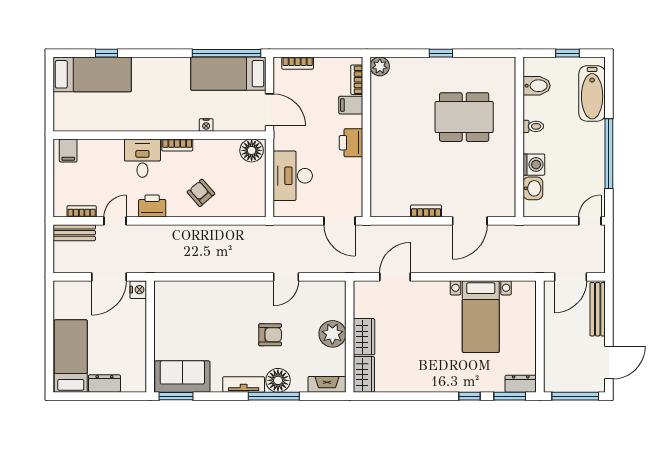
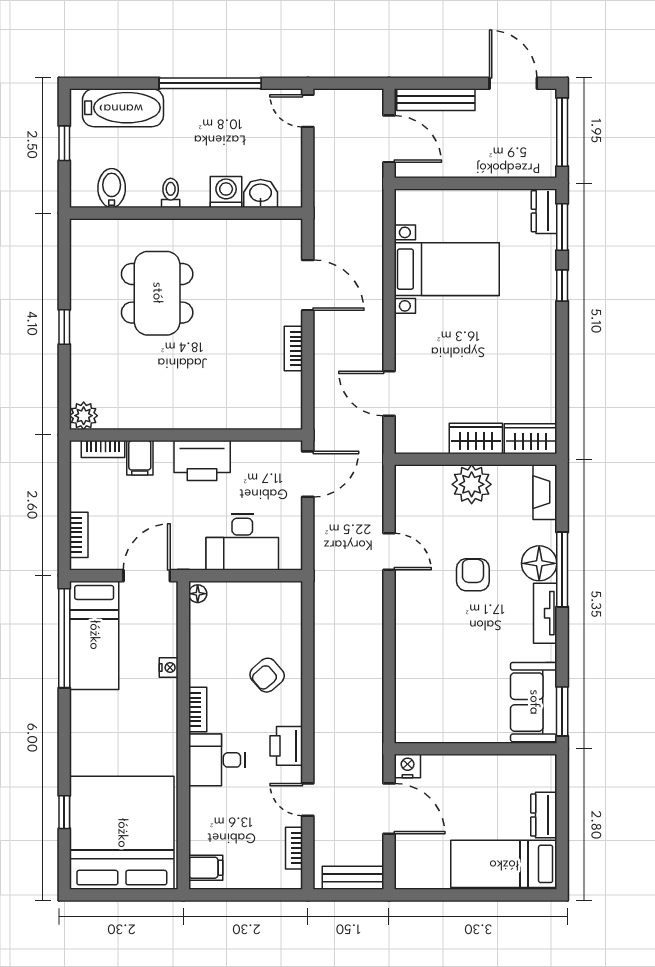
bed: (92, 74) -> (122, 833), width x2.04
printer: (351, 143) -> (202, 461), width x1.37, depth x1.19
floor lamp: (252, 150) -> (198, 594), width x0.53, depth x0.53
bench: (74, 233) -> (353, 878), moved, turned 90

